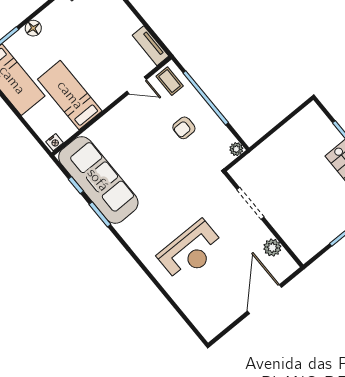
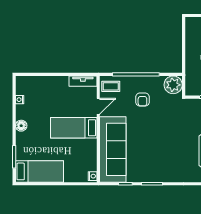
floor lamp: (33, 28) -> (21, 126), moved
bed: (70, 95) -> (74, 128), moved
plant: (236, 149) -> (173, 85), width x1.88, depth x1.88
sofa: (98, 180) -> (113, 149), moved, turned 90

